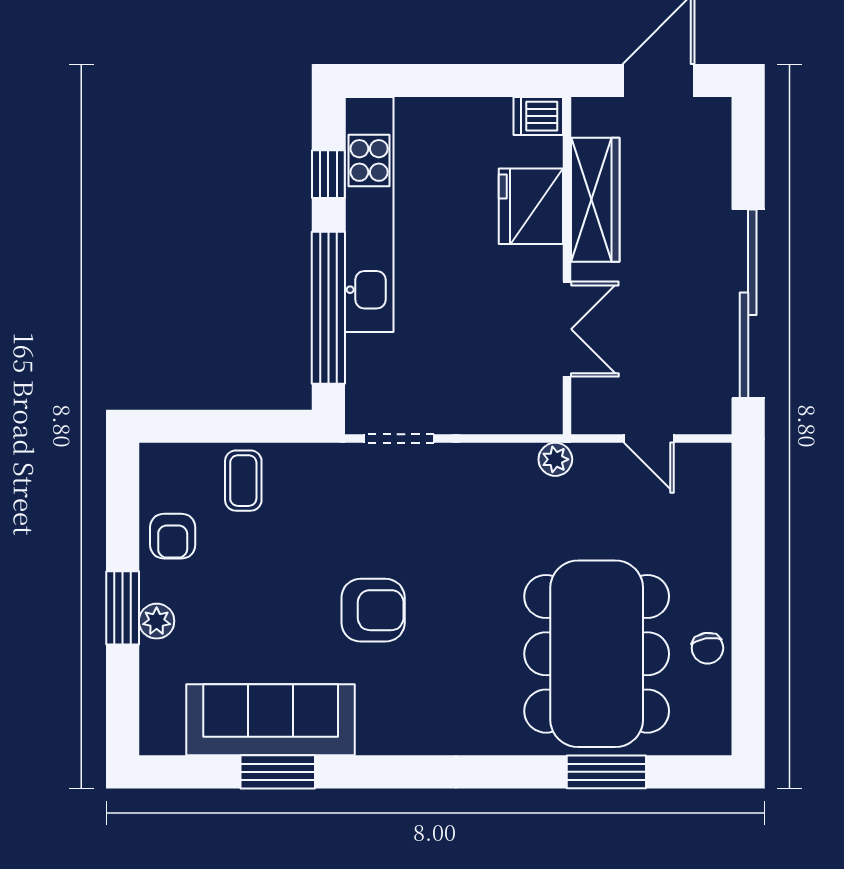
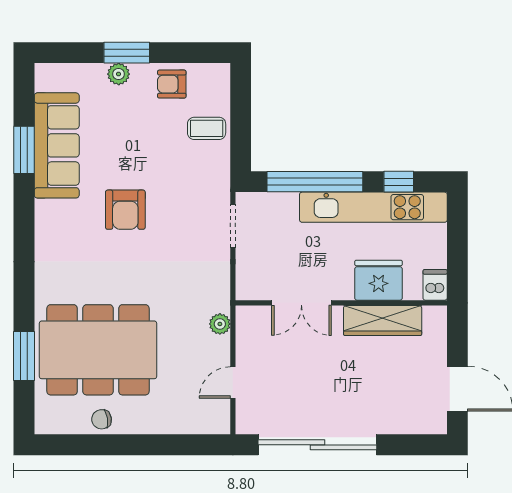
dishwasher: (538, 116) -> (435, 285), moved
wardrobe: (595, 200) -> (383, 321), moved
fridge: (531, 206) -> (379, 280), moved
wall: (567, 266) -> (341, 303), moved
double door: (567, 329) -> (301, 303), moved

